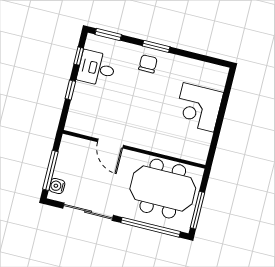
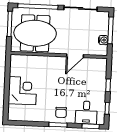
desk: (97, 68) -> (86, 113), moved, turned 90
door: (110, 143) -> (75, 56), swing flipped
water cooler: (57, 186) -> (103, 40), moved

